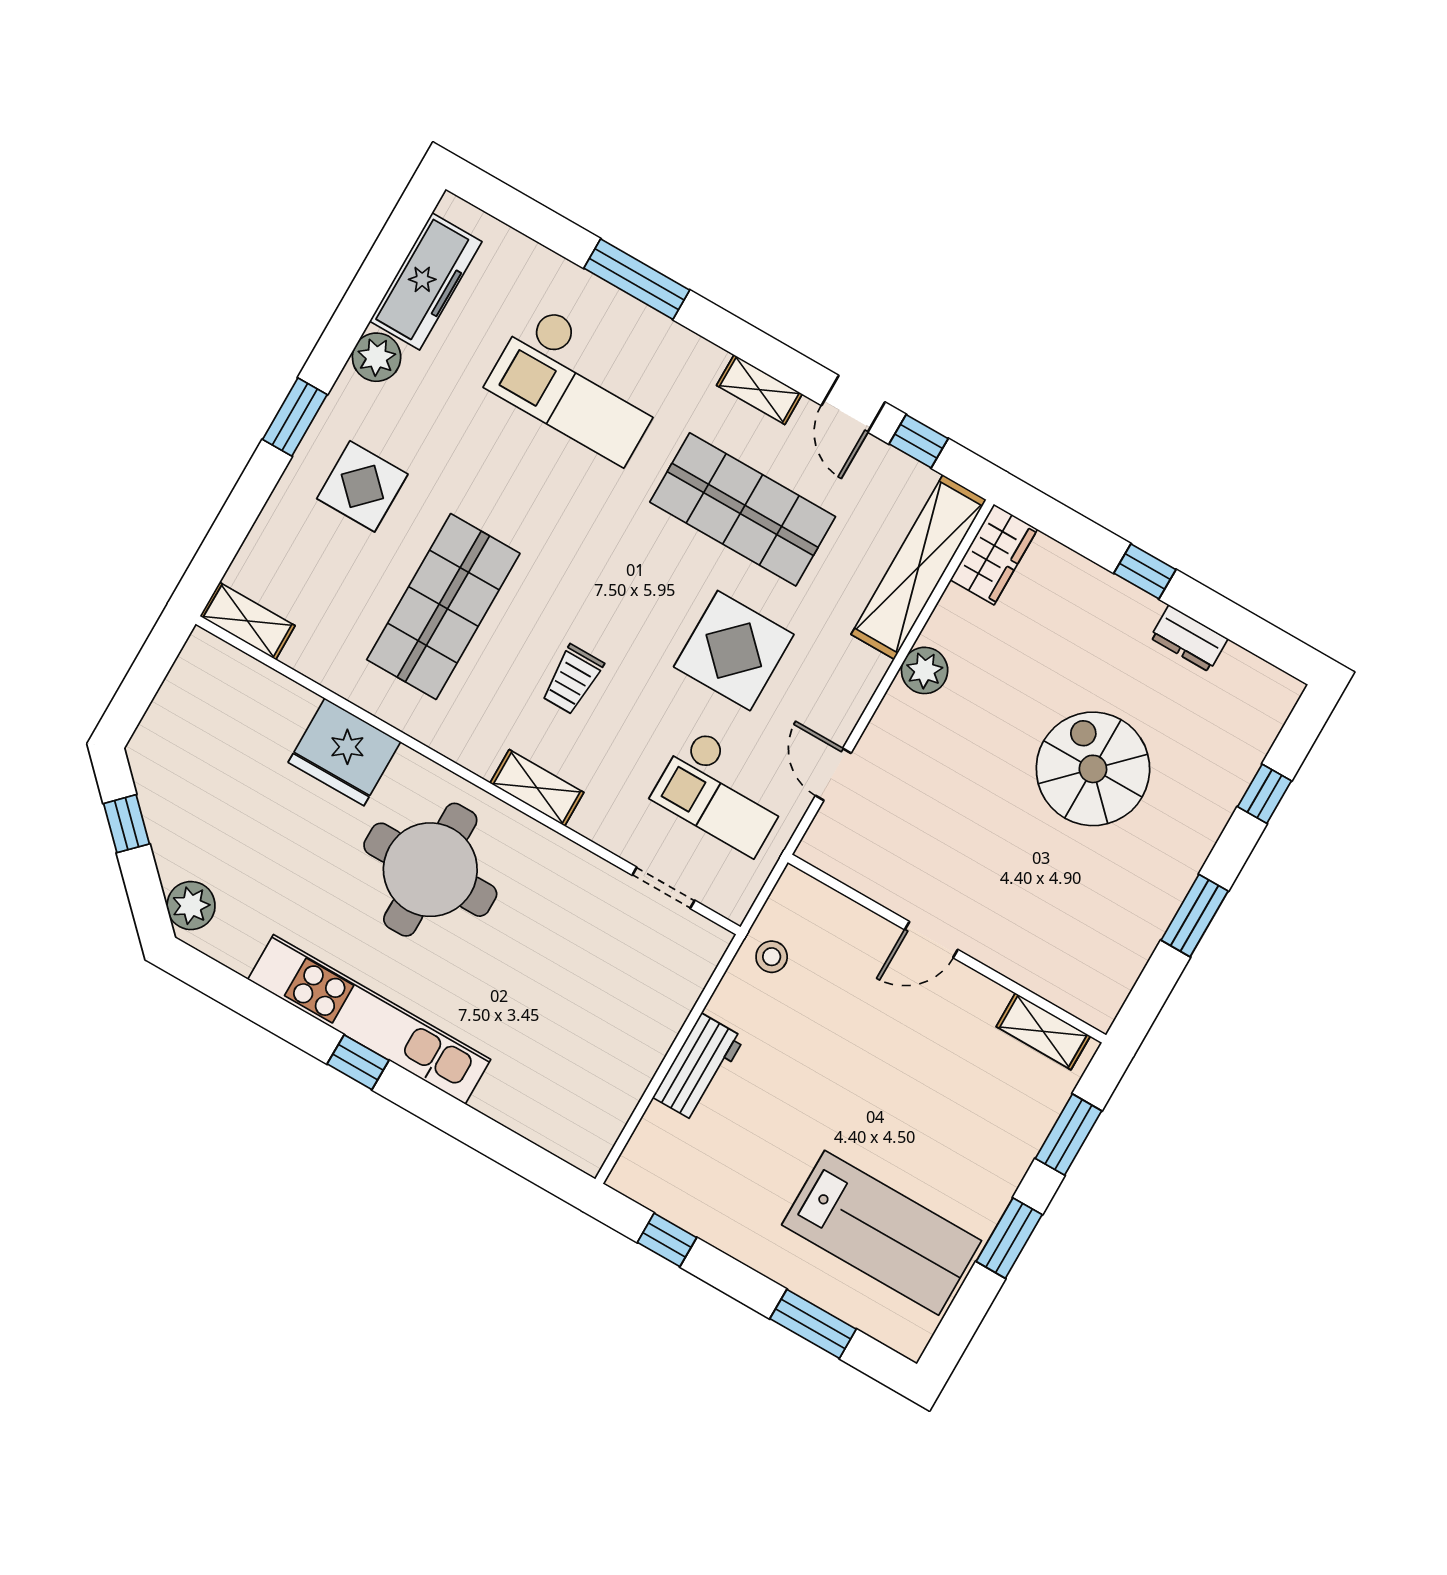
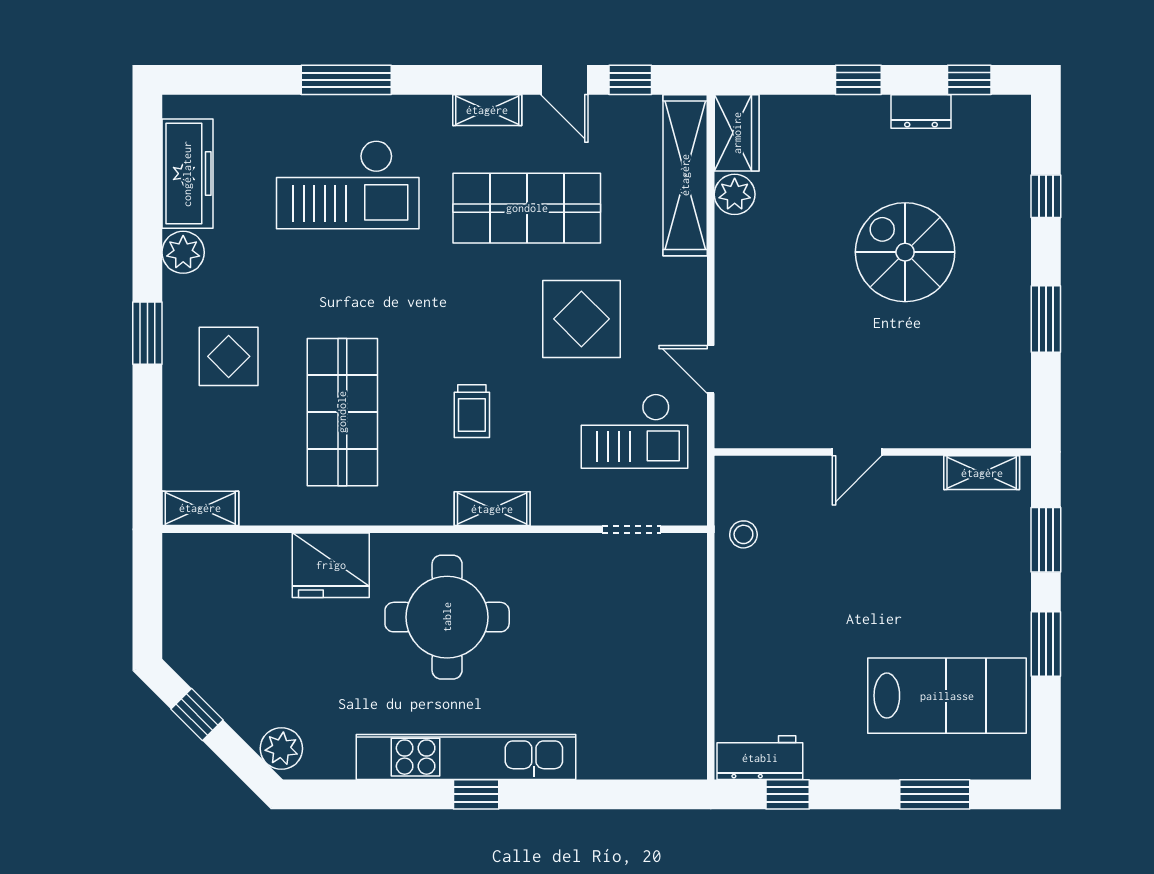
window: (1255, 635) -> (969, 80), added
plant: (925, 670) -> (735, 194), moved
workbench: (699, 1068) -> (760, 758), moved, turned -90

